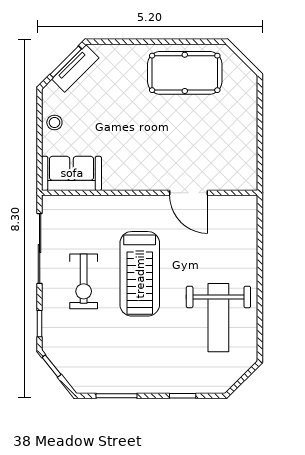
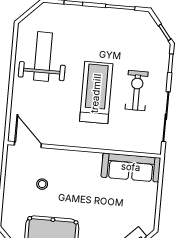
stool: (54, 123) -> (42, 184), moved
sofa: (72, 173) -> (131, 167), width x1.36
door: (189, 193) -> (28, 145), moved

